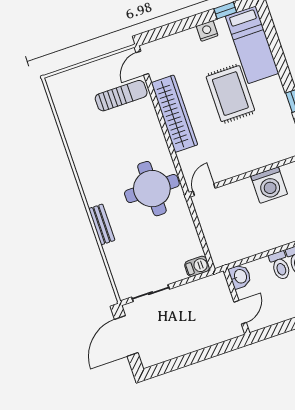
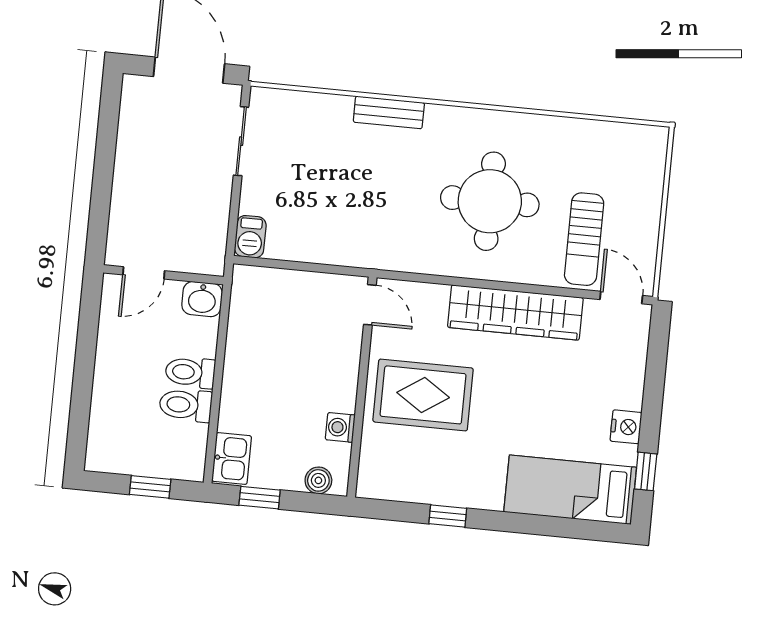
rug: (230, 94) -> (423, 395), moved
washing machine: (269, 185) -> (340, 427), width x0.53, depth x0.53
round table: (152, 189) -> (490, 201), moved
door: (240, 312) -> (144, 273), hinge flipped

